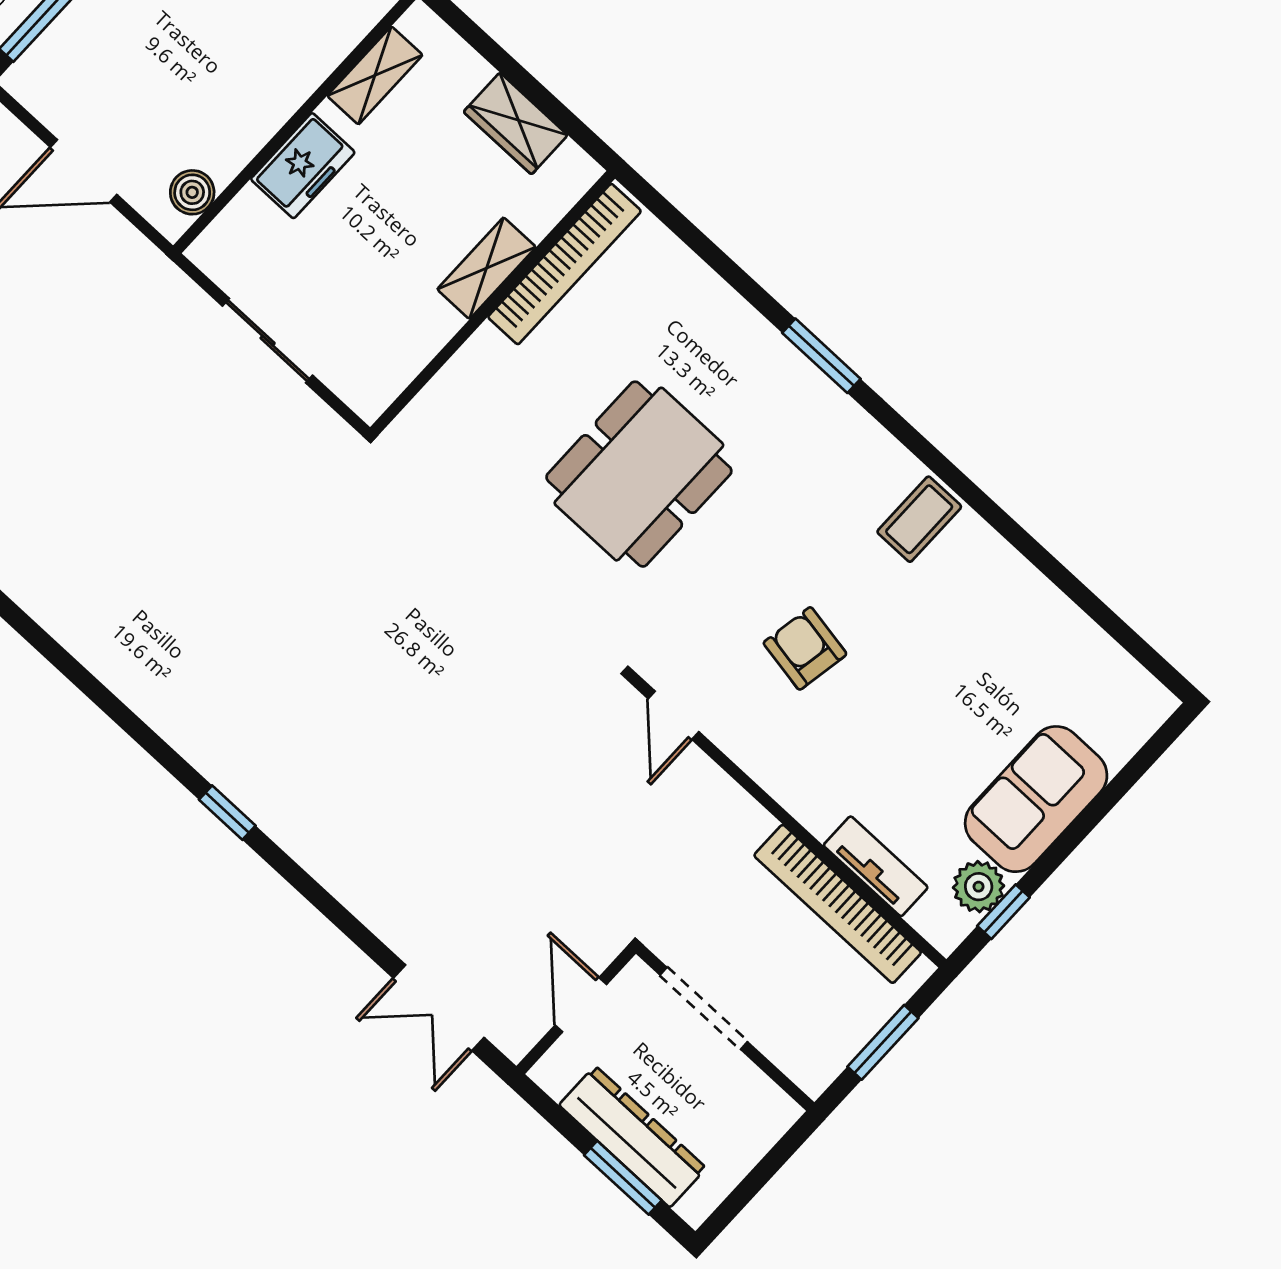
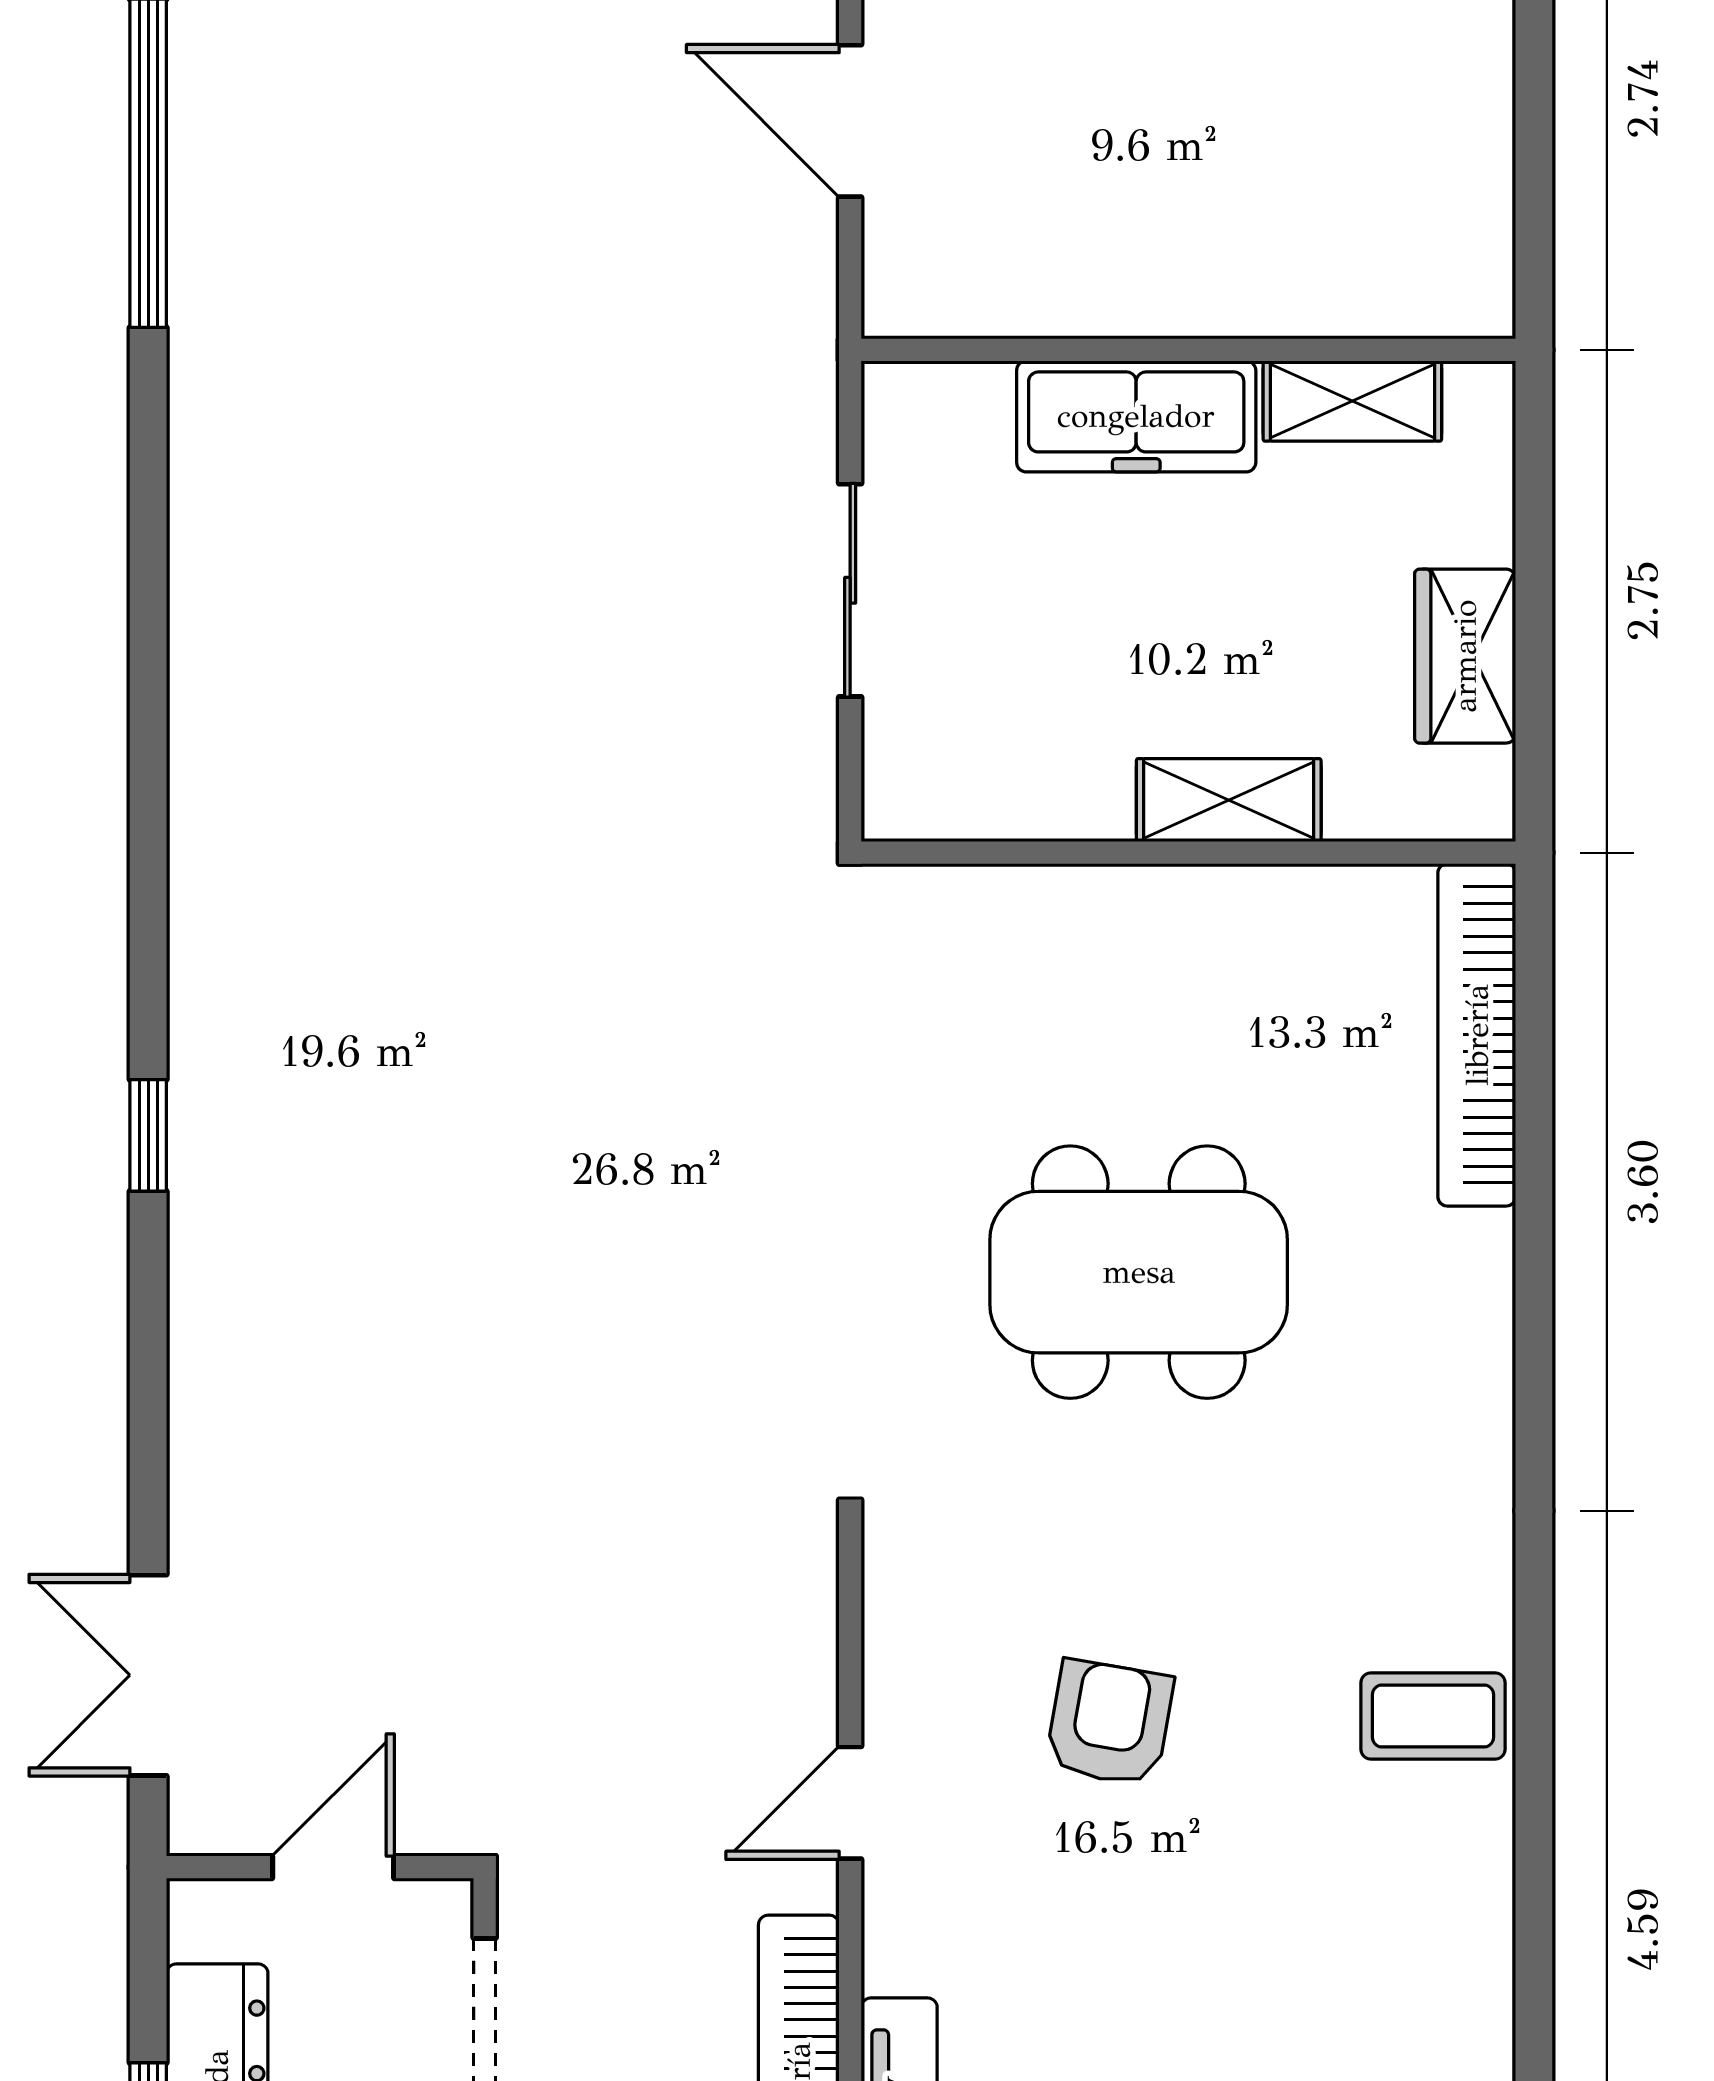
freezer: (303, 166) -> (1136, 416), width x1.40
boiler: (192, 192) -> (959, 298), removed
bookcase: (565, 264) -> (1477, 1035), moved, turned 90
window: (821, 356) -> (1534, 1373), removed
door: (673, 715) -> (850, 1803), moved

